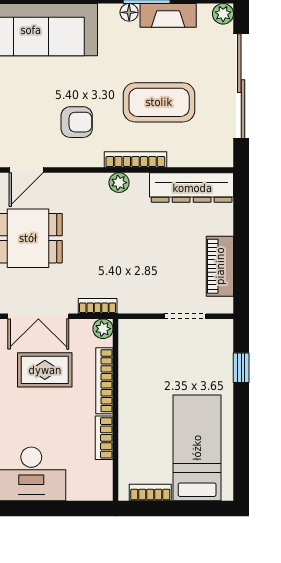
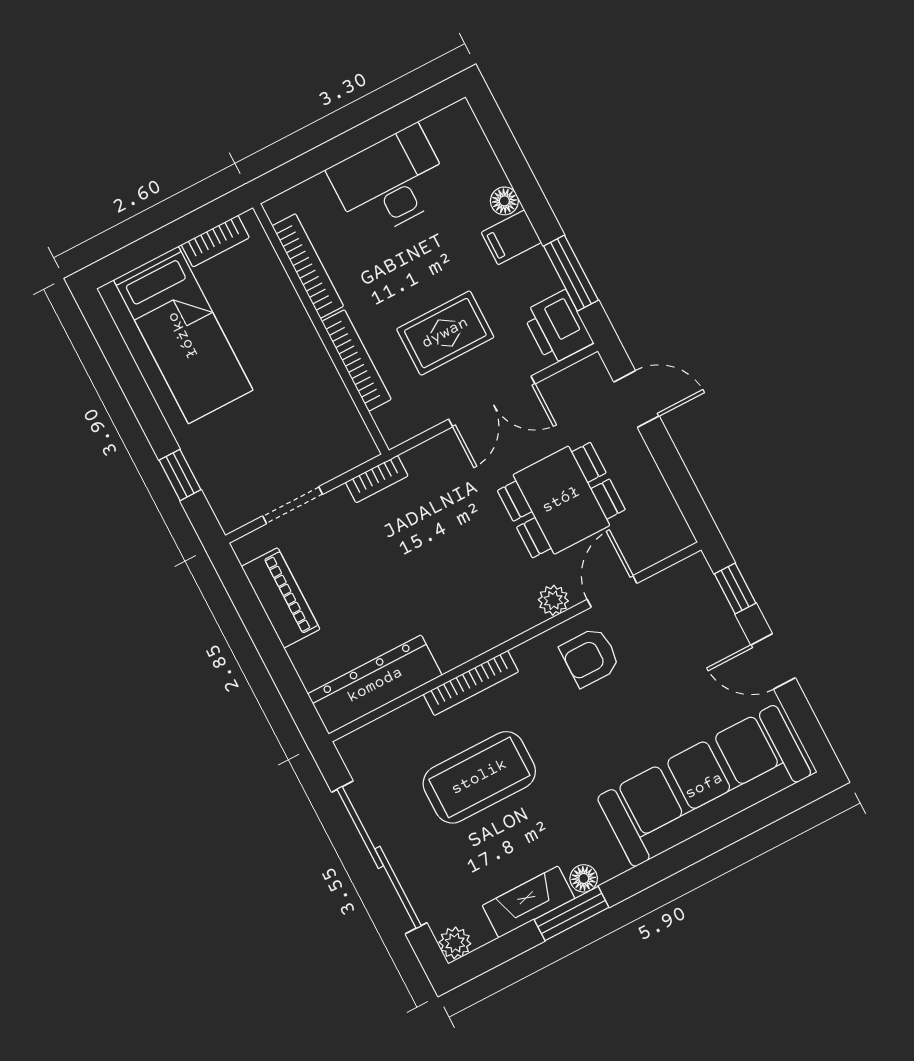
armchair: (77, 122) -> (590, 657), moved
plant: (119, 183) -> (553, 600), moved
bookcase: (98, 306) -> (377, 479), moved
double door: (38, 316) -> (492, 401), swing flipped
plant: (103, 329) -> (395, 430), removed
bookcase: (104, 438) -> (308, 266), width x1.56

